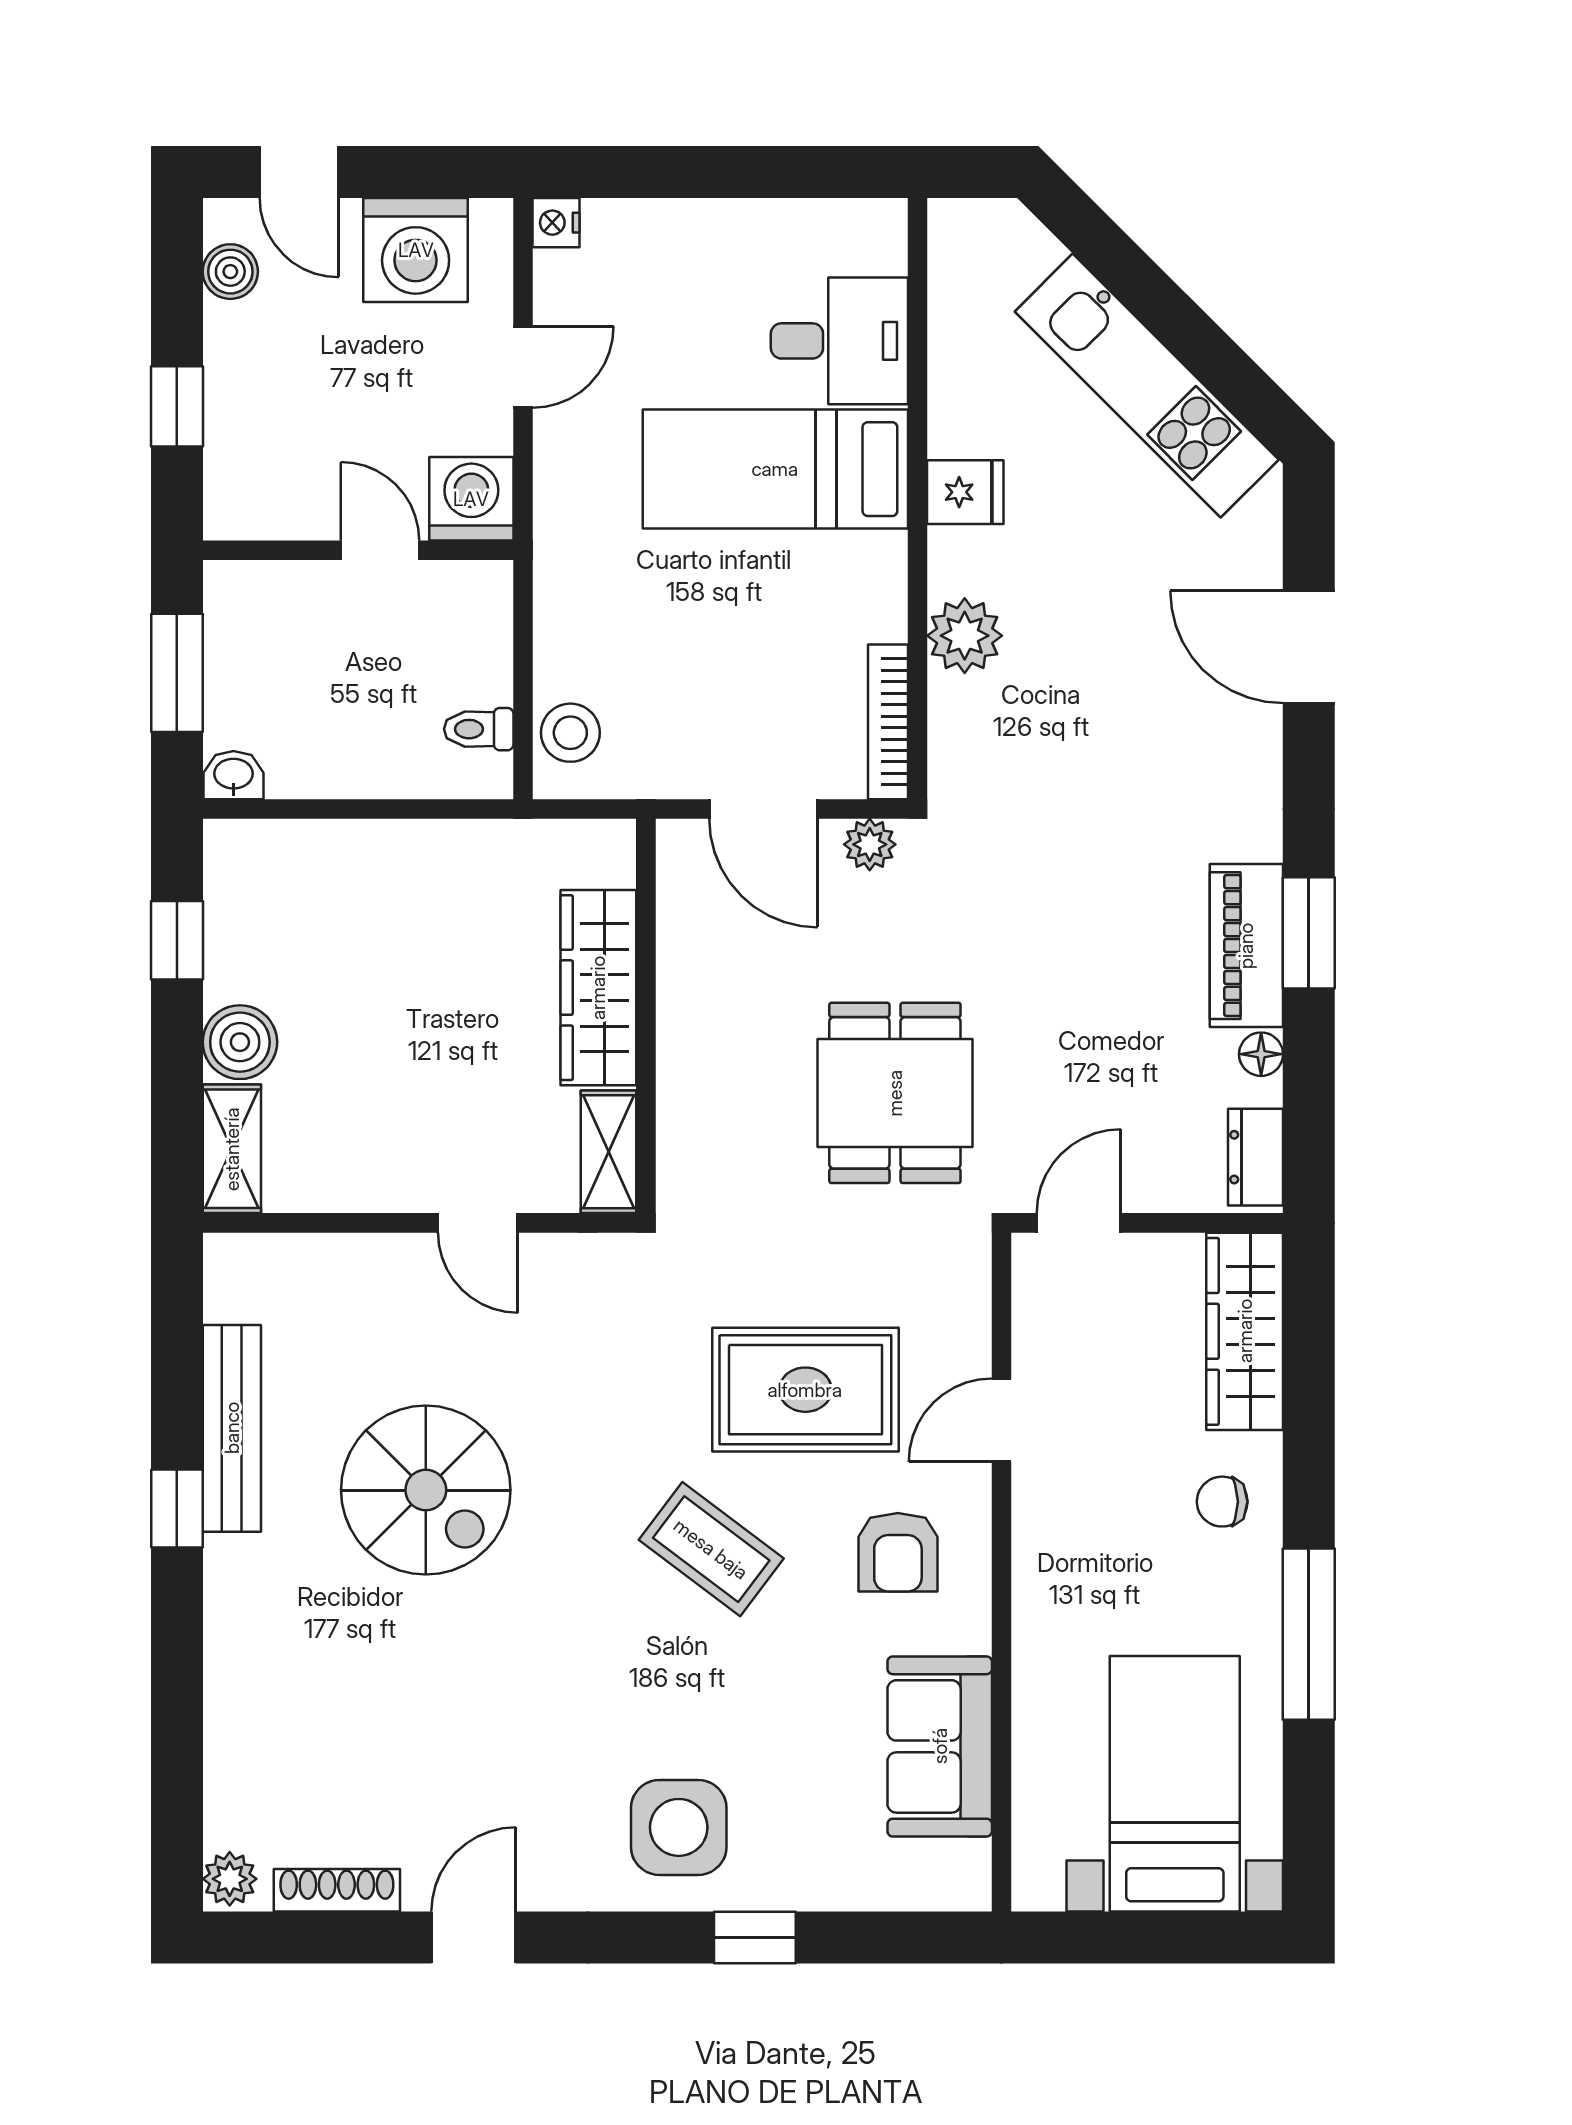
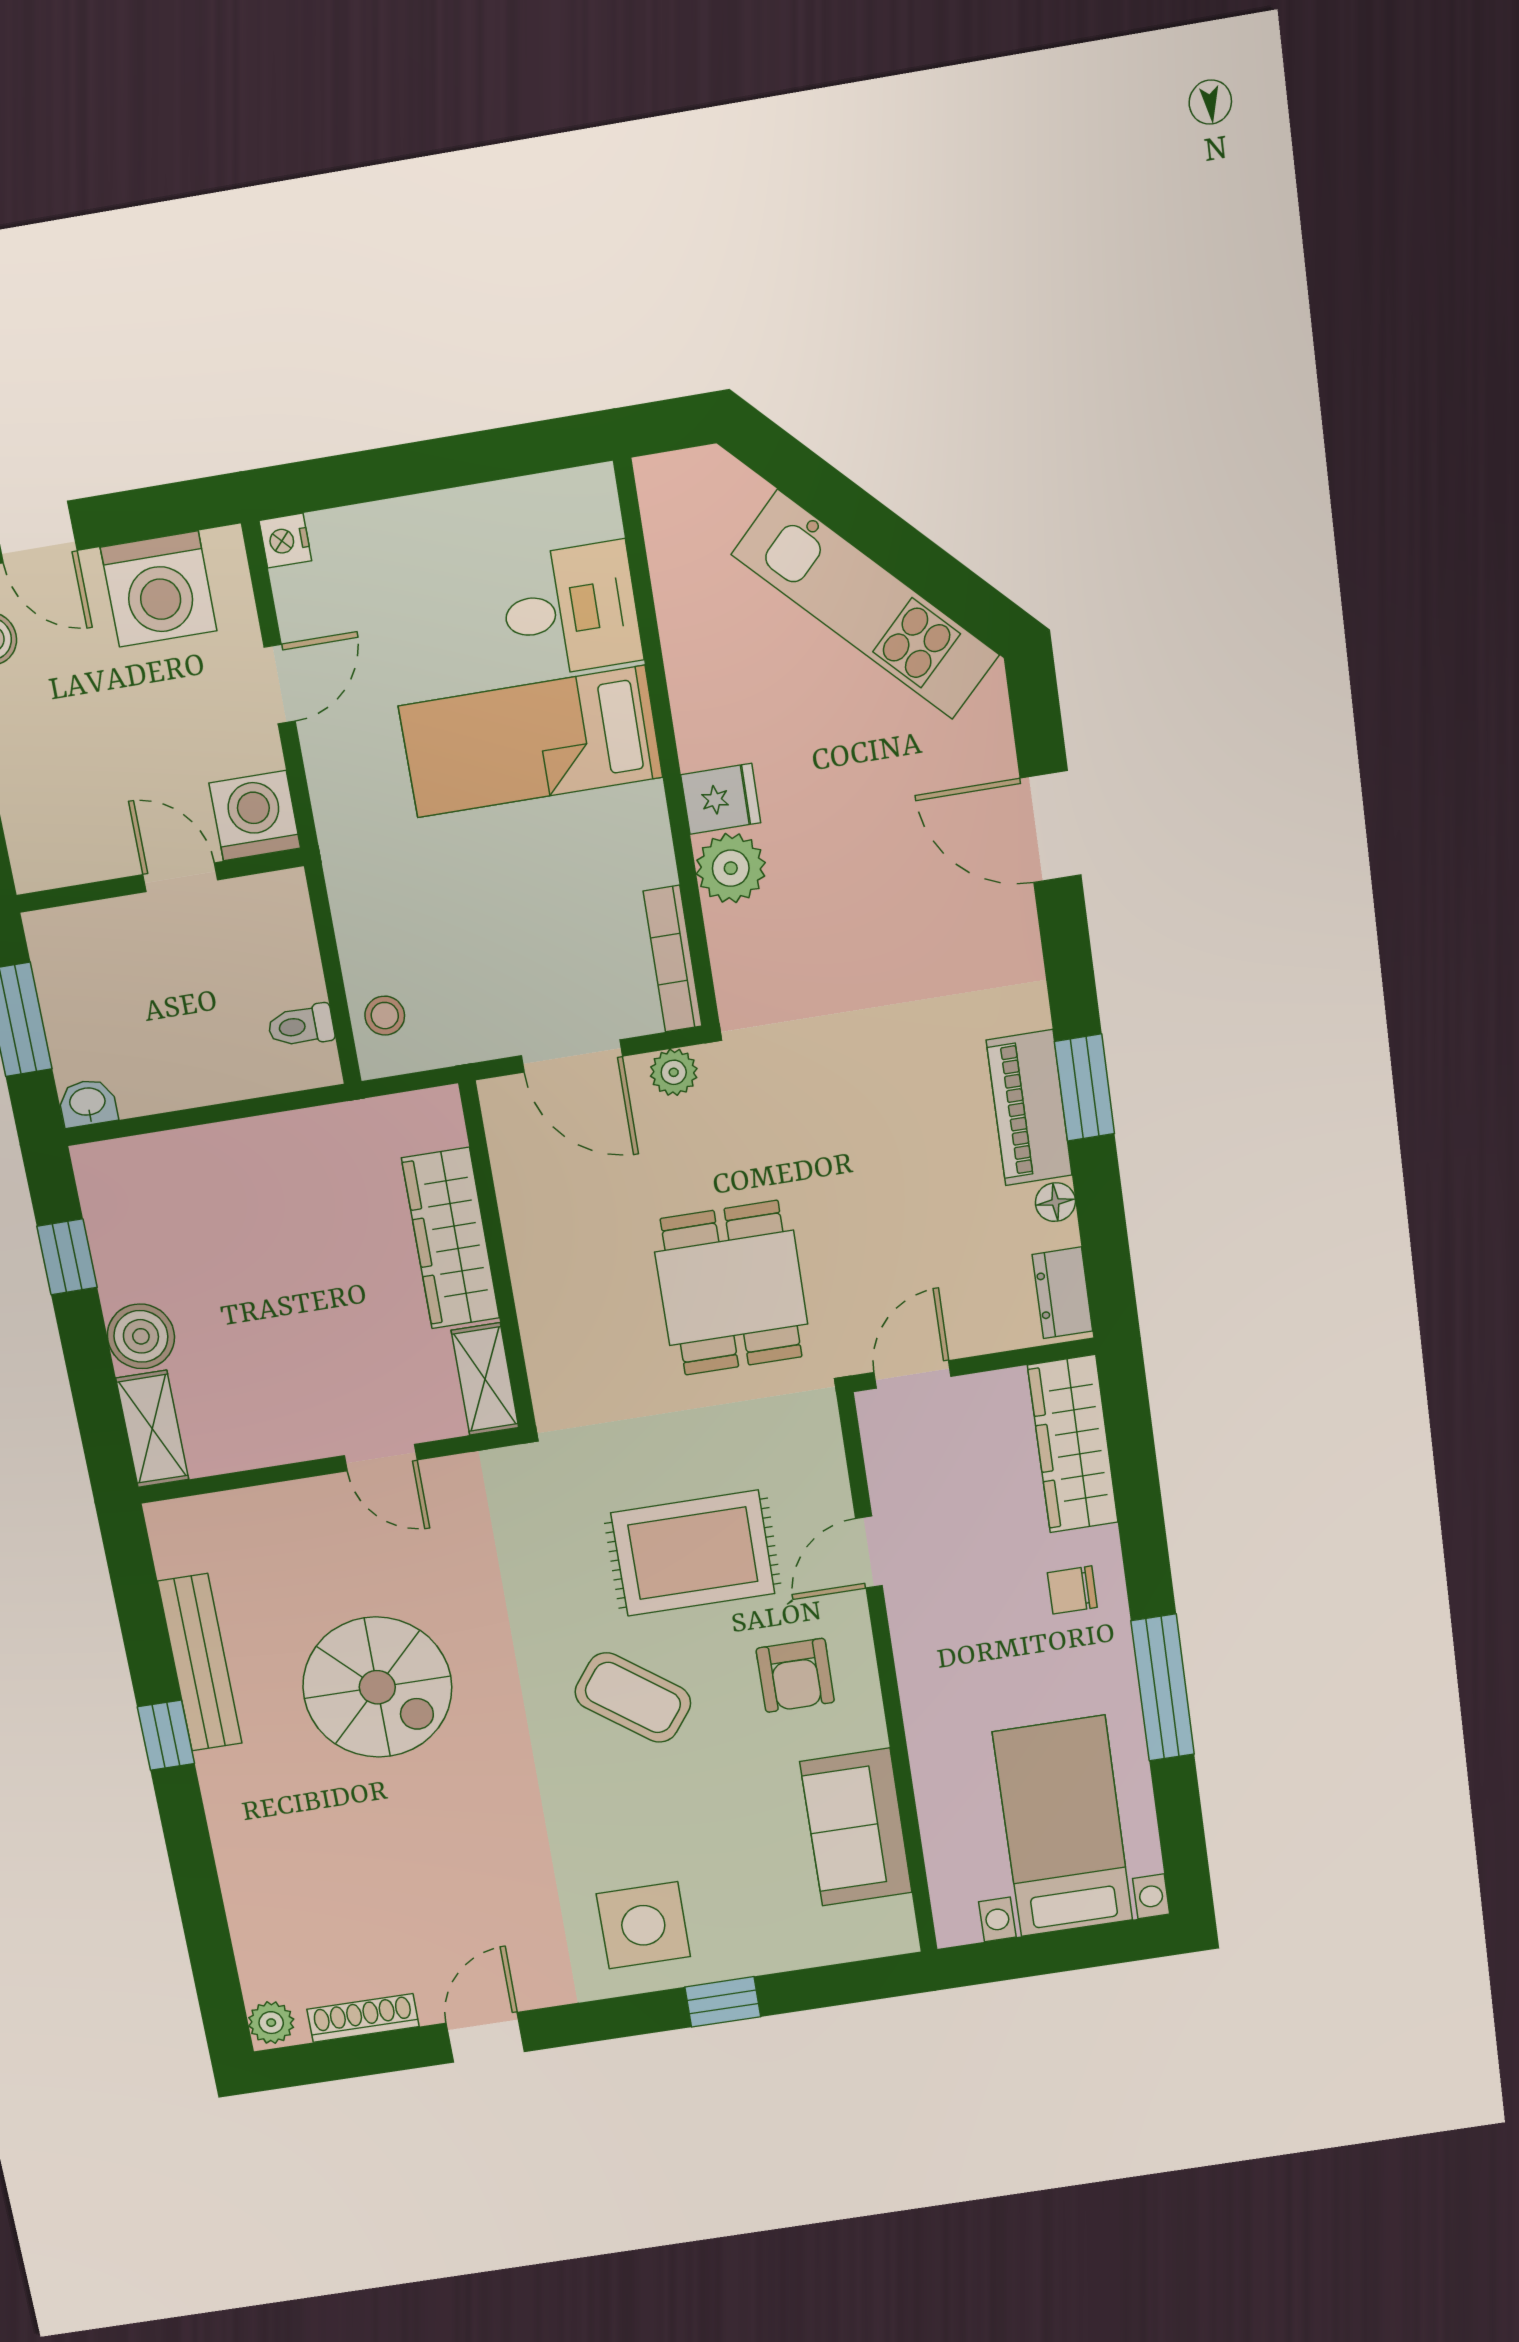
fridge: (965, 492) -> (721, 799), moved
stool: (570, 733) -> (385, 1016), width x0.73, depth x0.73

